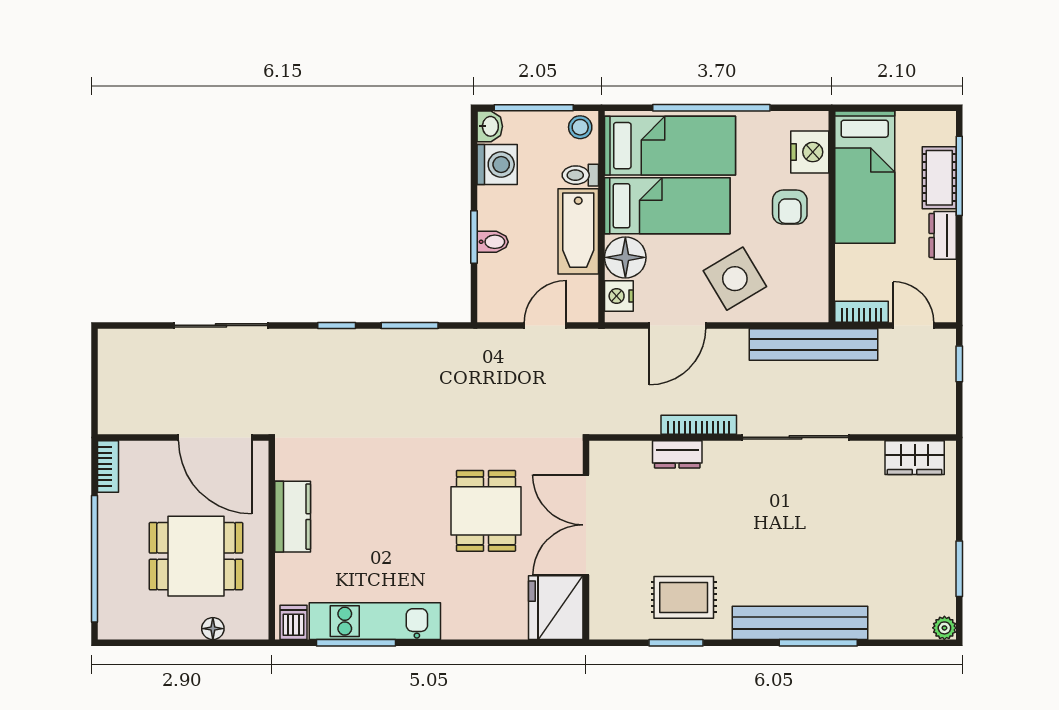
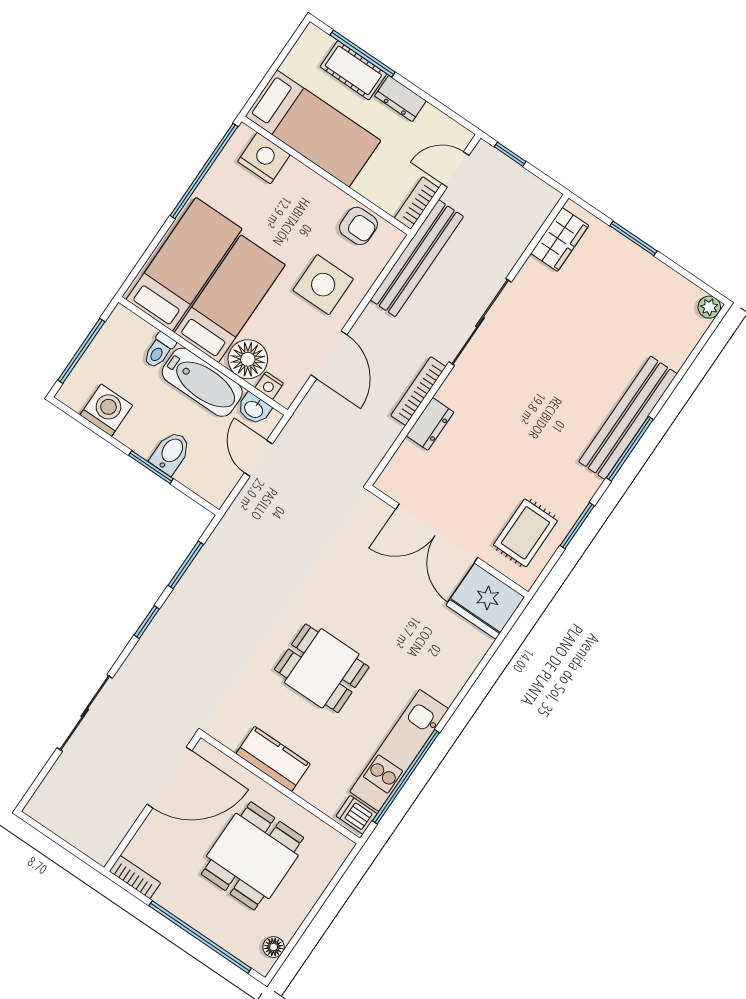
window: (711, 108) -> (204, 171), moved
washbasin: (490, 126) -> (254, 409), moved, turned 180
stool: (580, 127) -> (122, 325), removed
armchair: (790, 207) -> (358, 226), moved
bidet: (493, 242) -> (171, 453), width x1.38, depth x1.36
side table: (735, 279) -> (323, 285), turned 31
nightstand: (619, 296) -> (269, 386), width x0.72, depth x0.74
dining table: (486, 511) -> (322, 668), moved
window: (959, 569) -> (634, 238), moved
rug: (684, 597) -> (525, 533), moved
floor lamp: (213, 629) -> (274, 947), moved
window: (356, 643) -> (406, 777), width x1.46
window: (818, 643) -> (630, 449), moved

